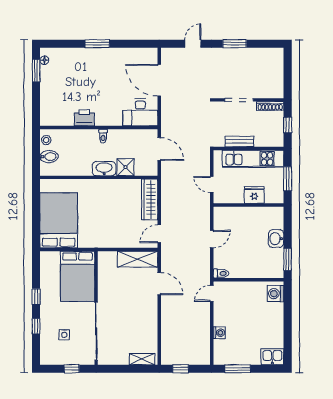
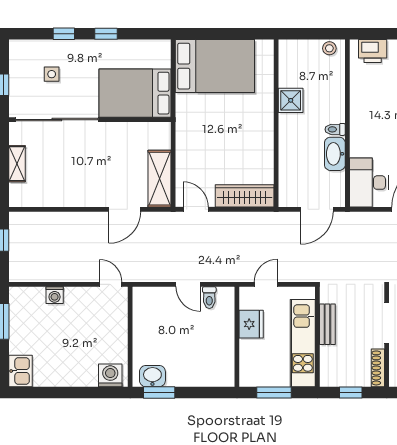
printer: (84, 118) -> (373, 51), moved, turned 90
bidet: (49, 157) -> (306, 52), removed
shower: (125, 167) -> (291, 100), moved
washbasin: (104, 169) -> (335, 154), moved, turned 180
fridge: (254, 195) -> (251, 324), moved
washbasin: (276, 239) -> (152, 376), moved
toilet: (221, 273) -> (209, 298), moved
shelving: (142, 359) -> (17, 164), moved

